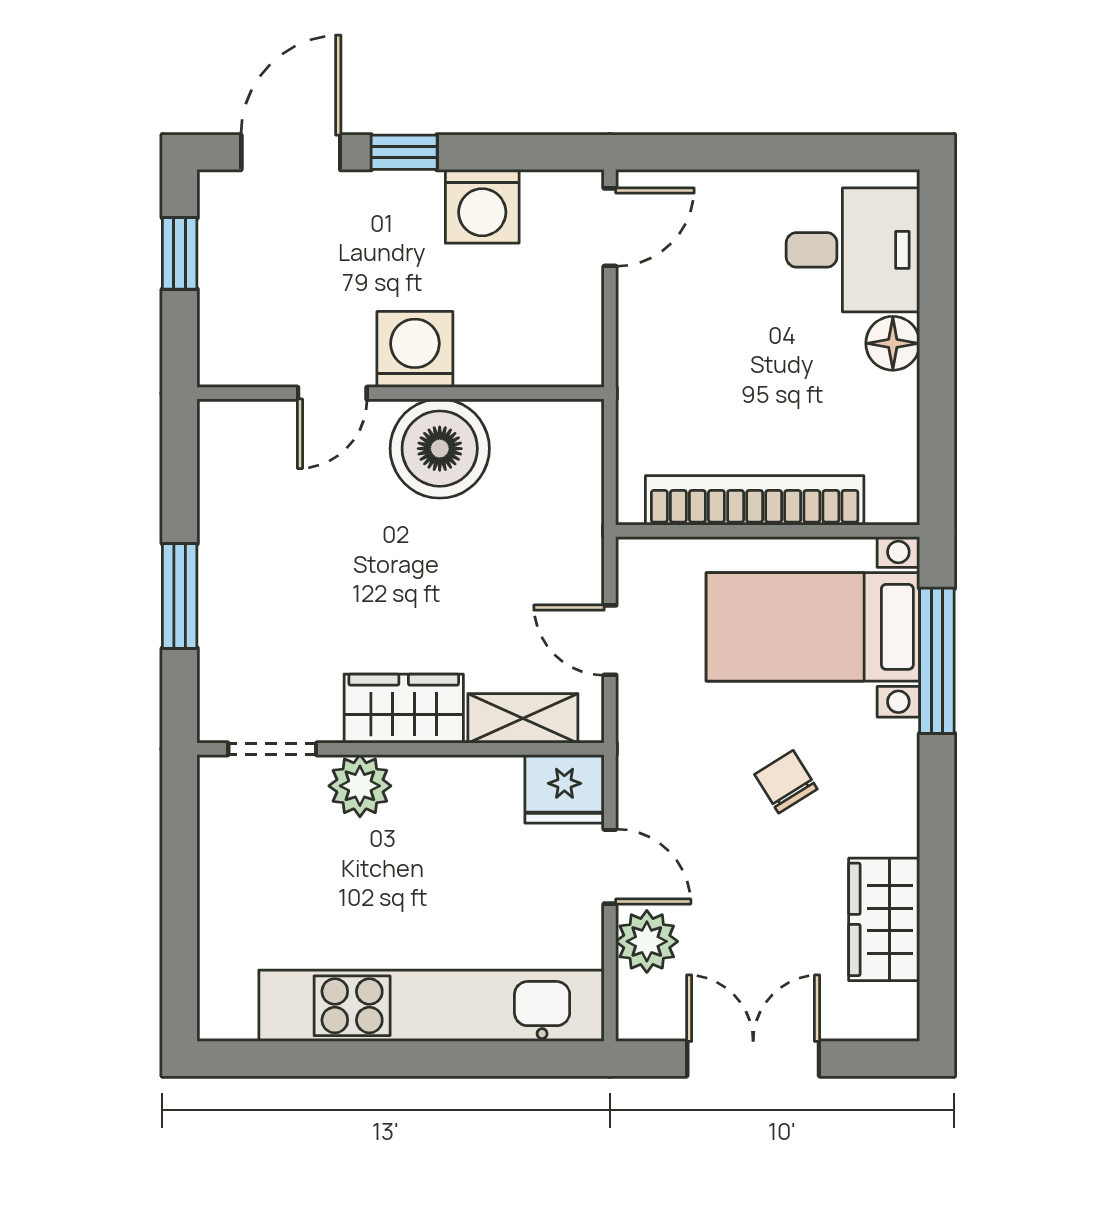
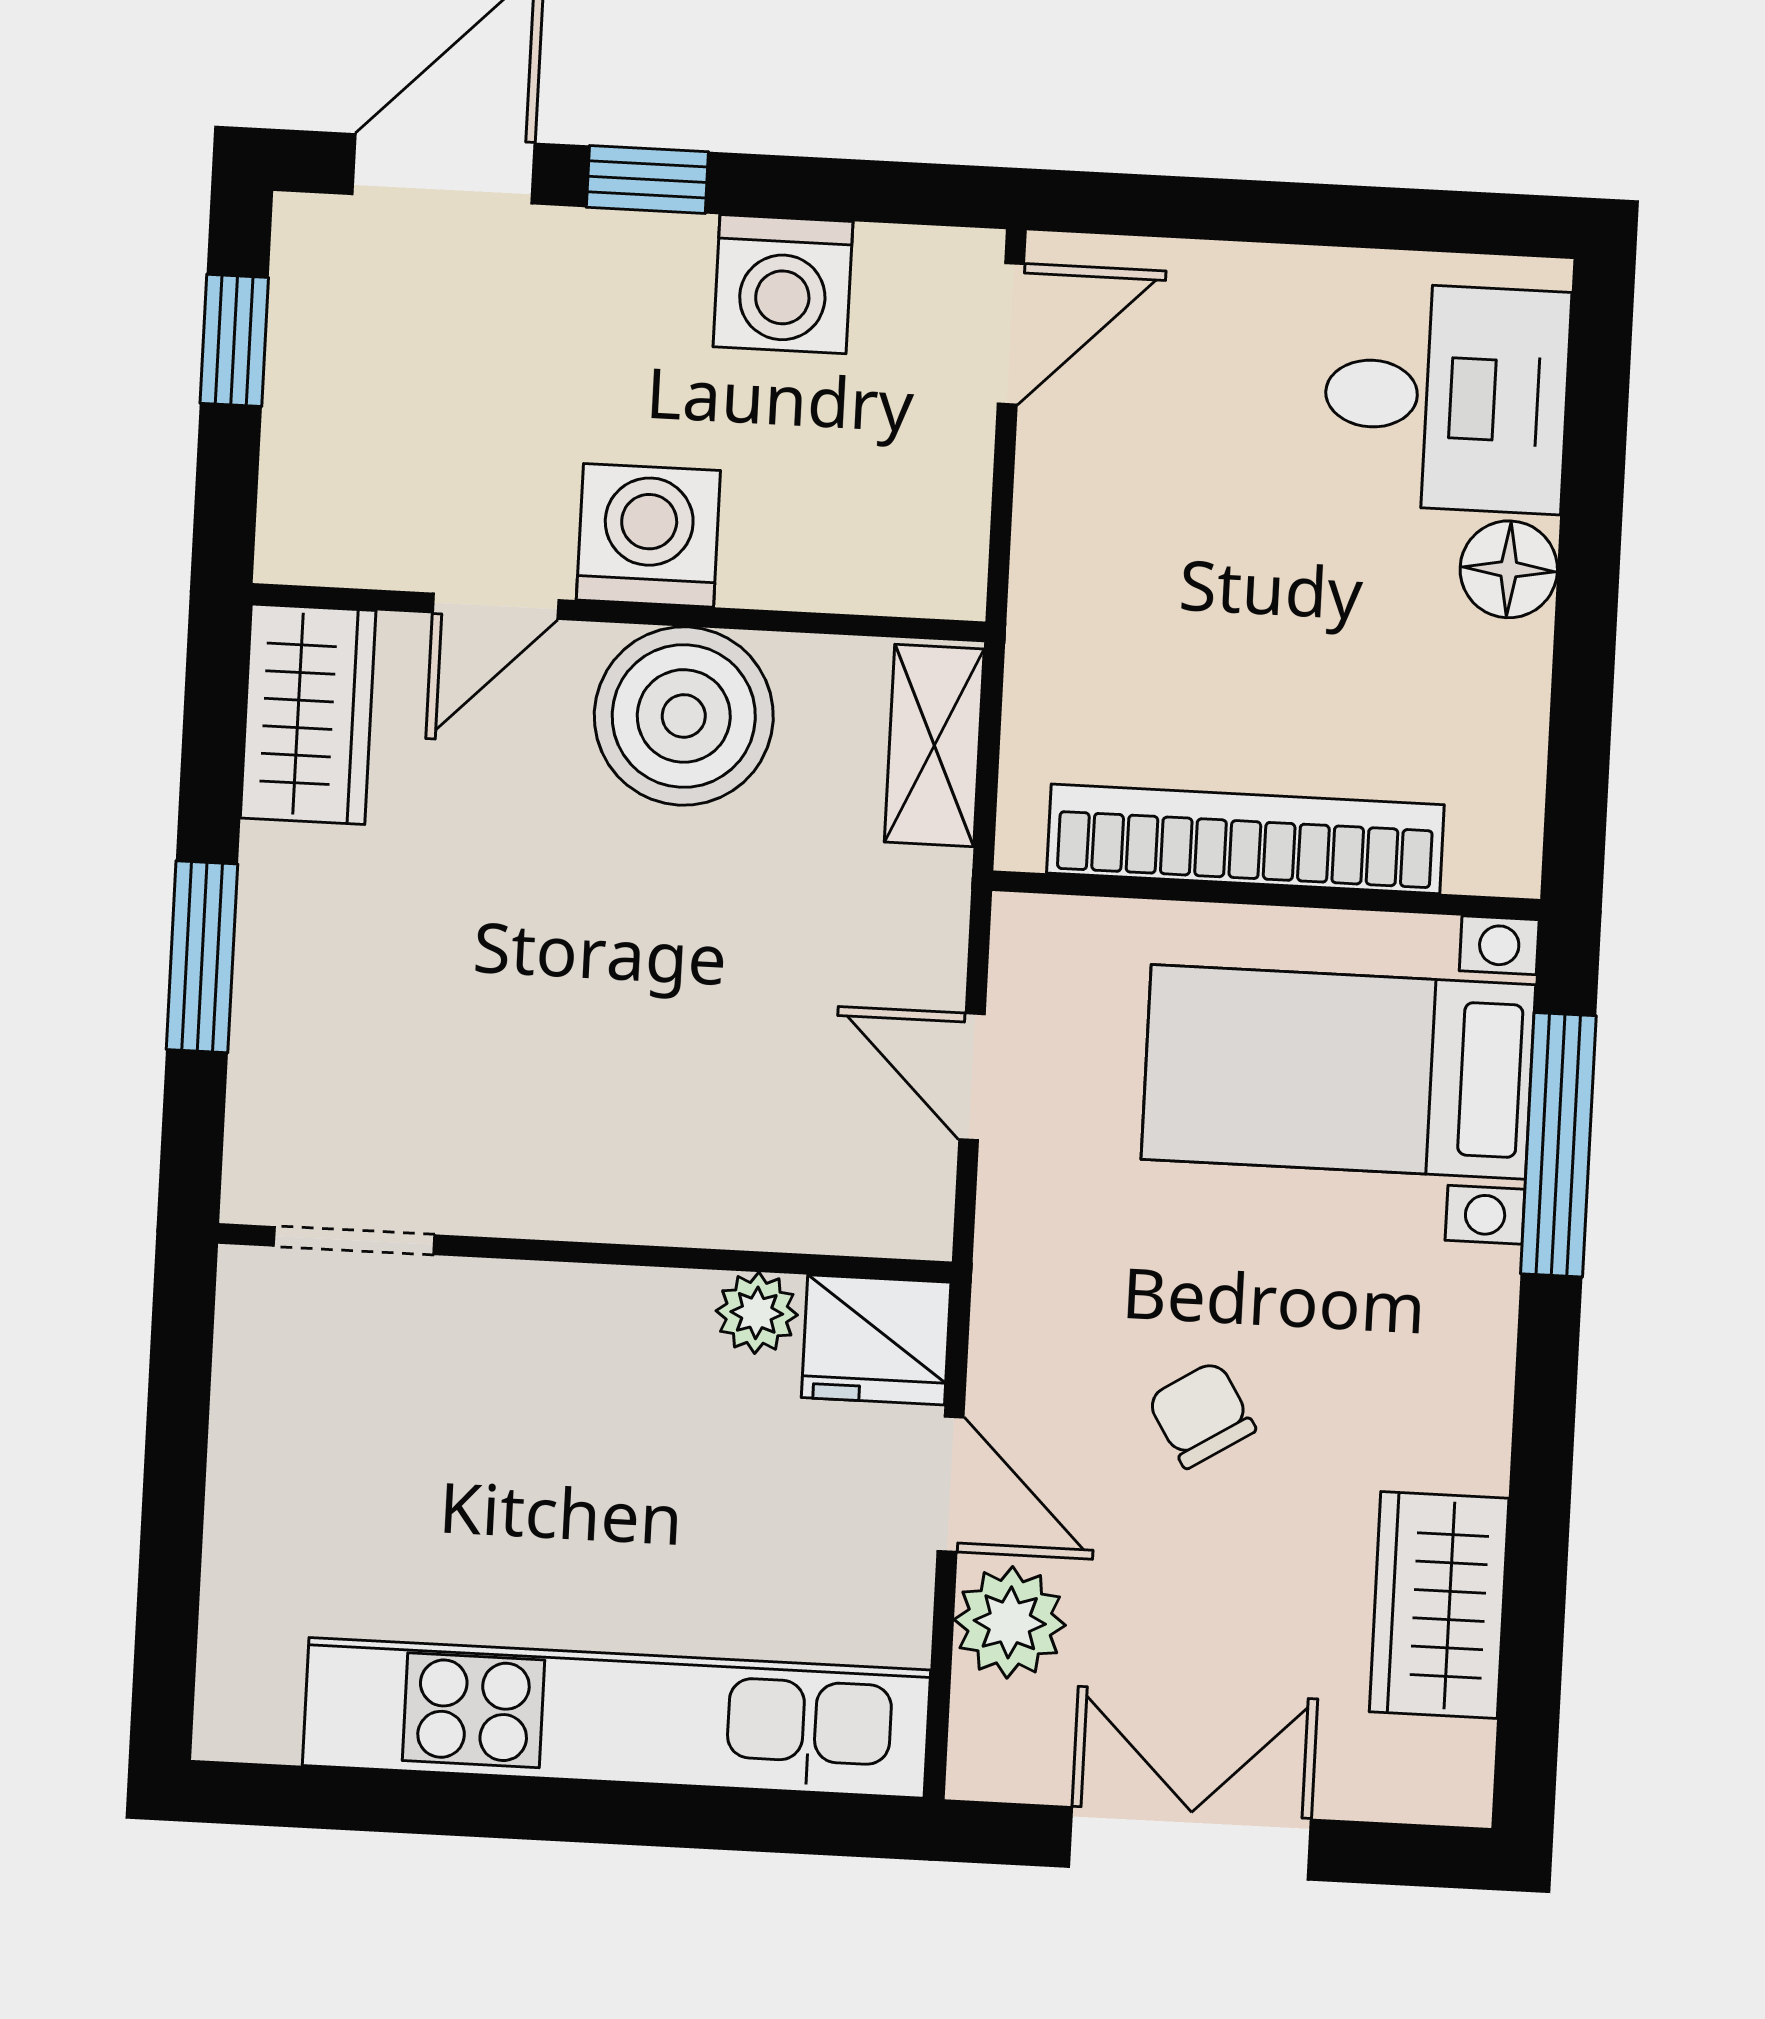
wardrobe: (404, 709) -> (308, 714), moved, turned 90
shelving: (523, 718) -> (934, 745), moved, turned 90
chair: (786, 782) -> (1201, 1414), moved
plant: (360, 786) -> (757, 1313), moved, width x0.73, depth x0.73

